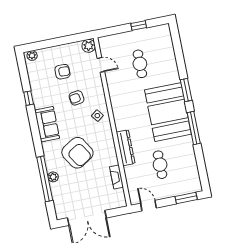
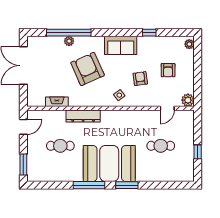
armchair: (77, 153) -> (88, 69), turned 98

